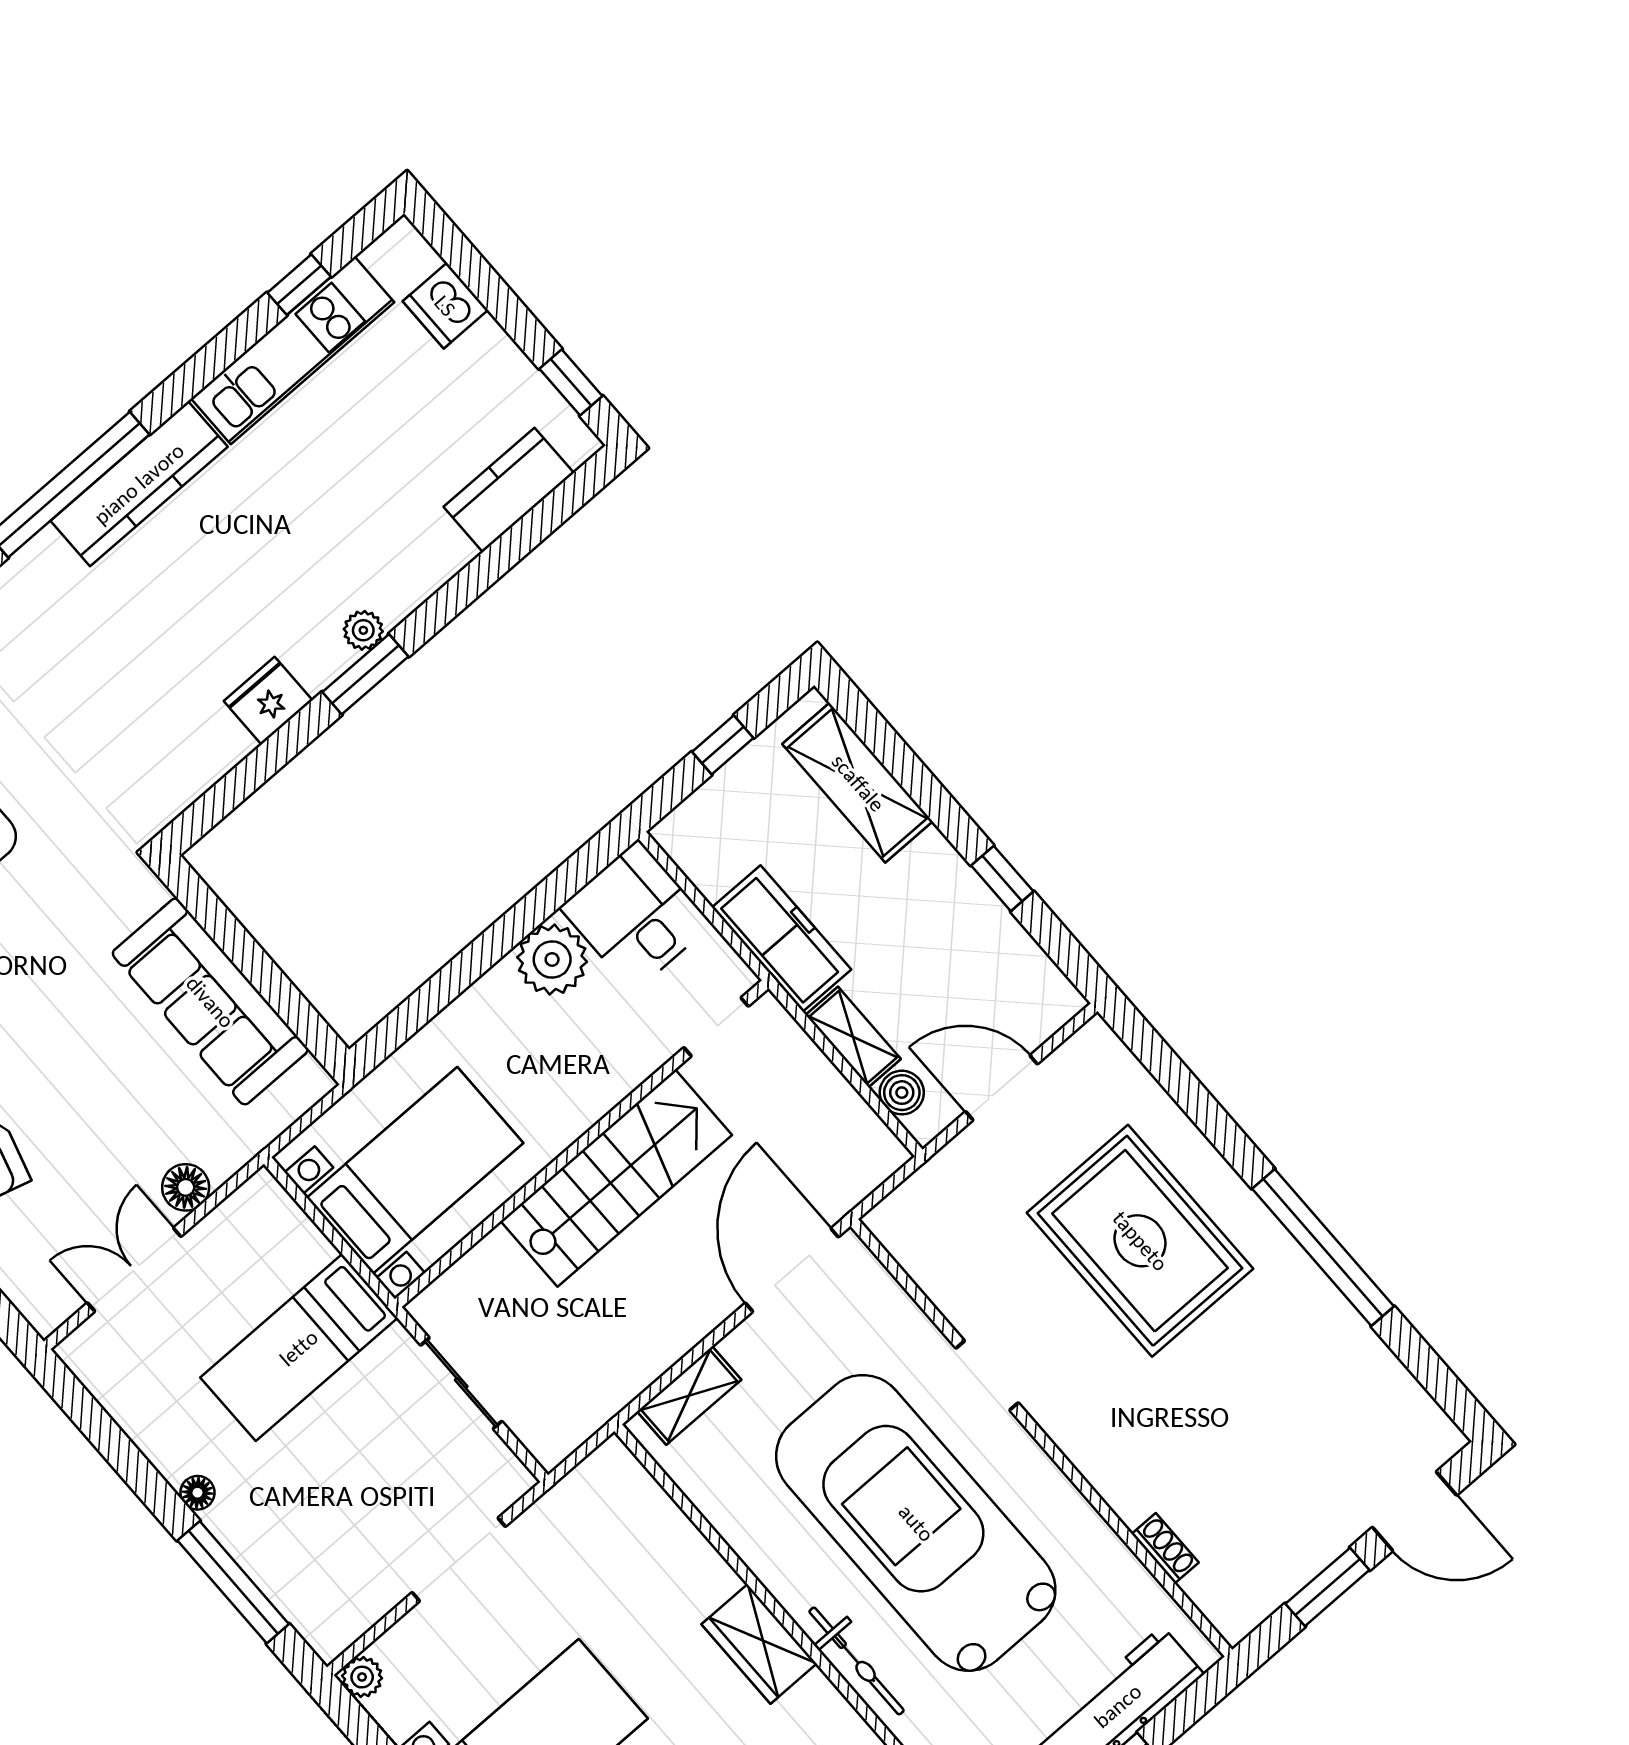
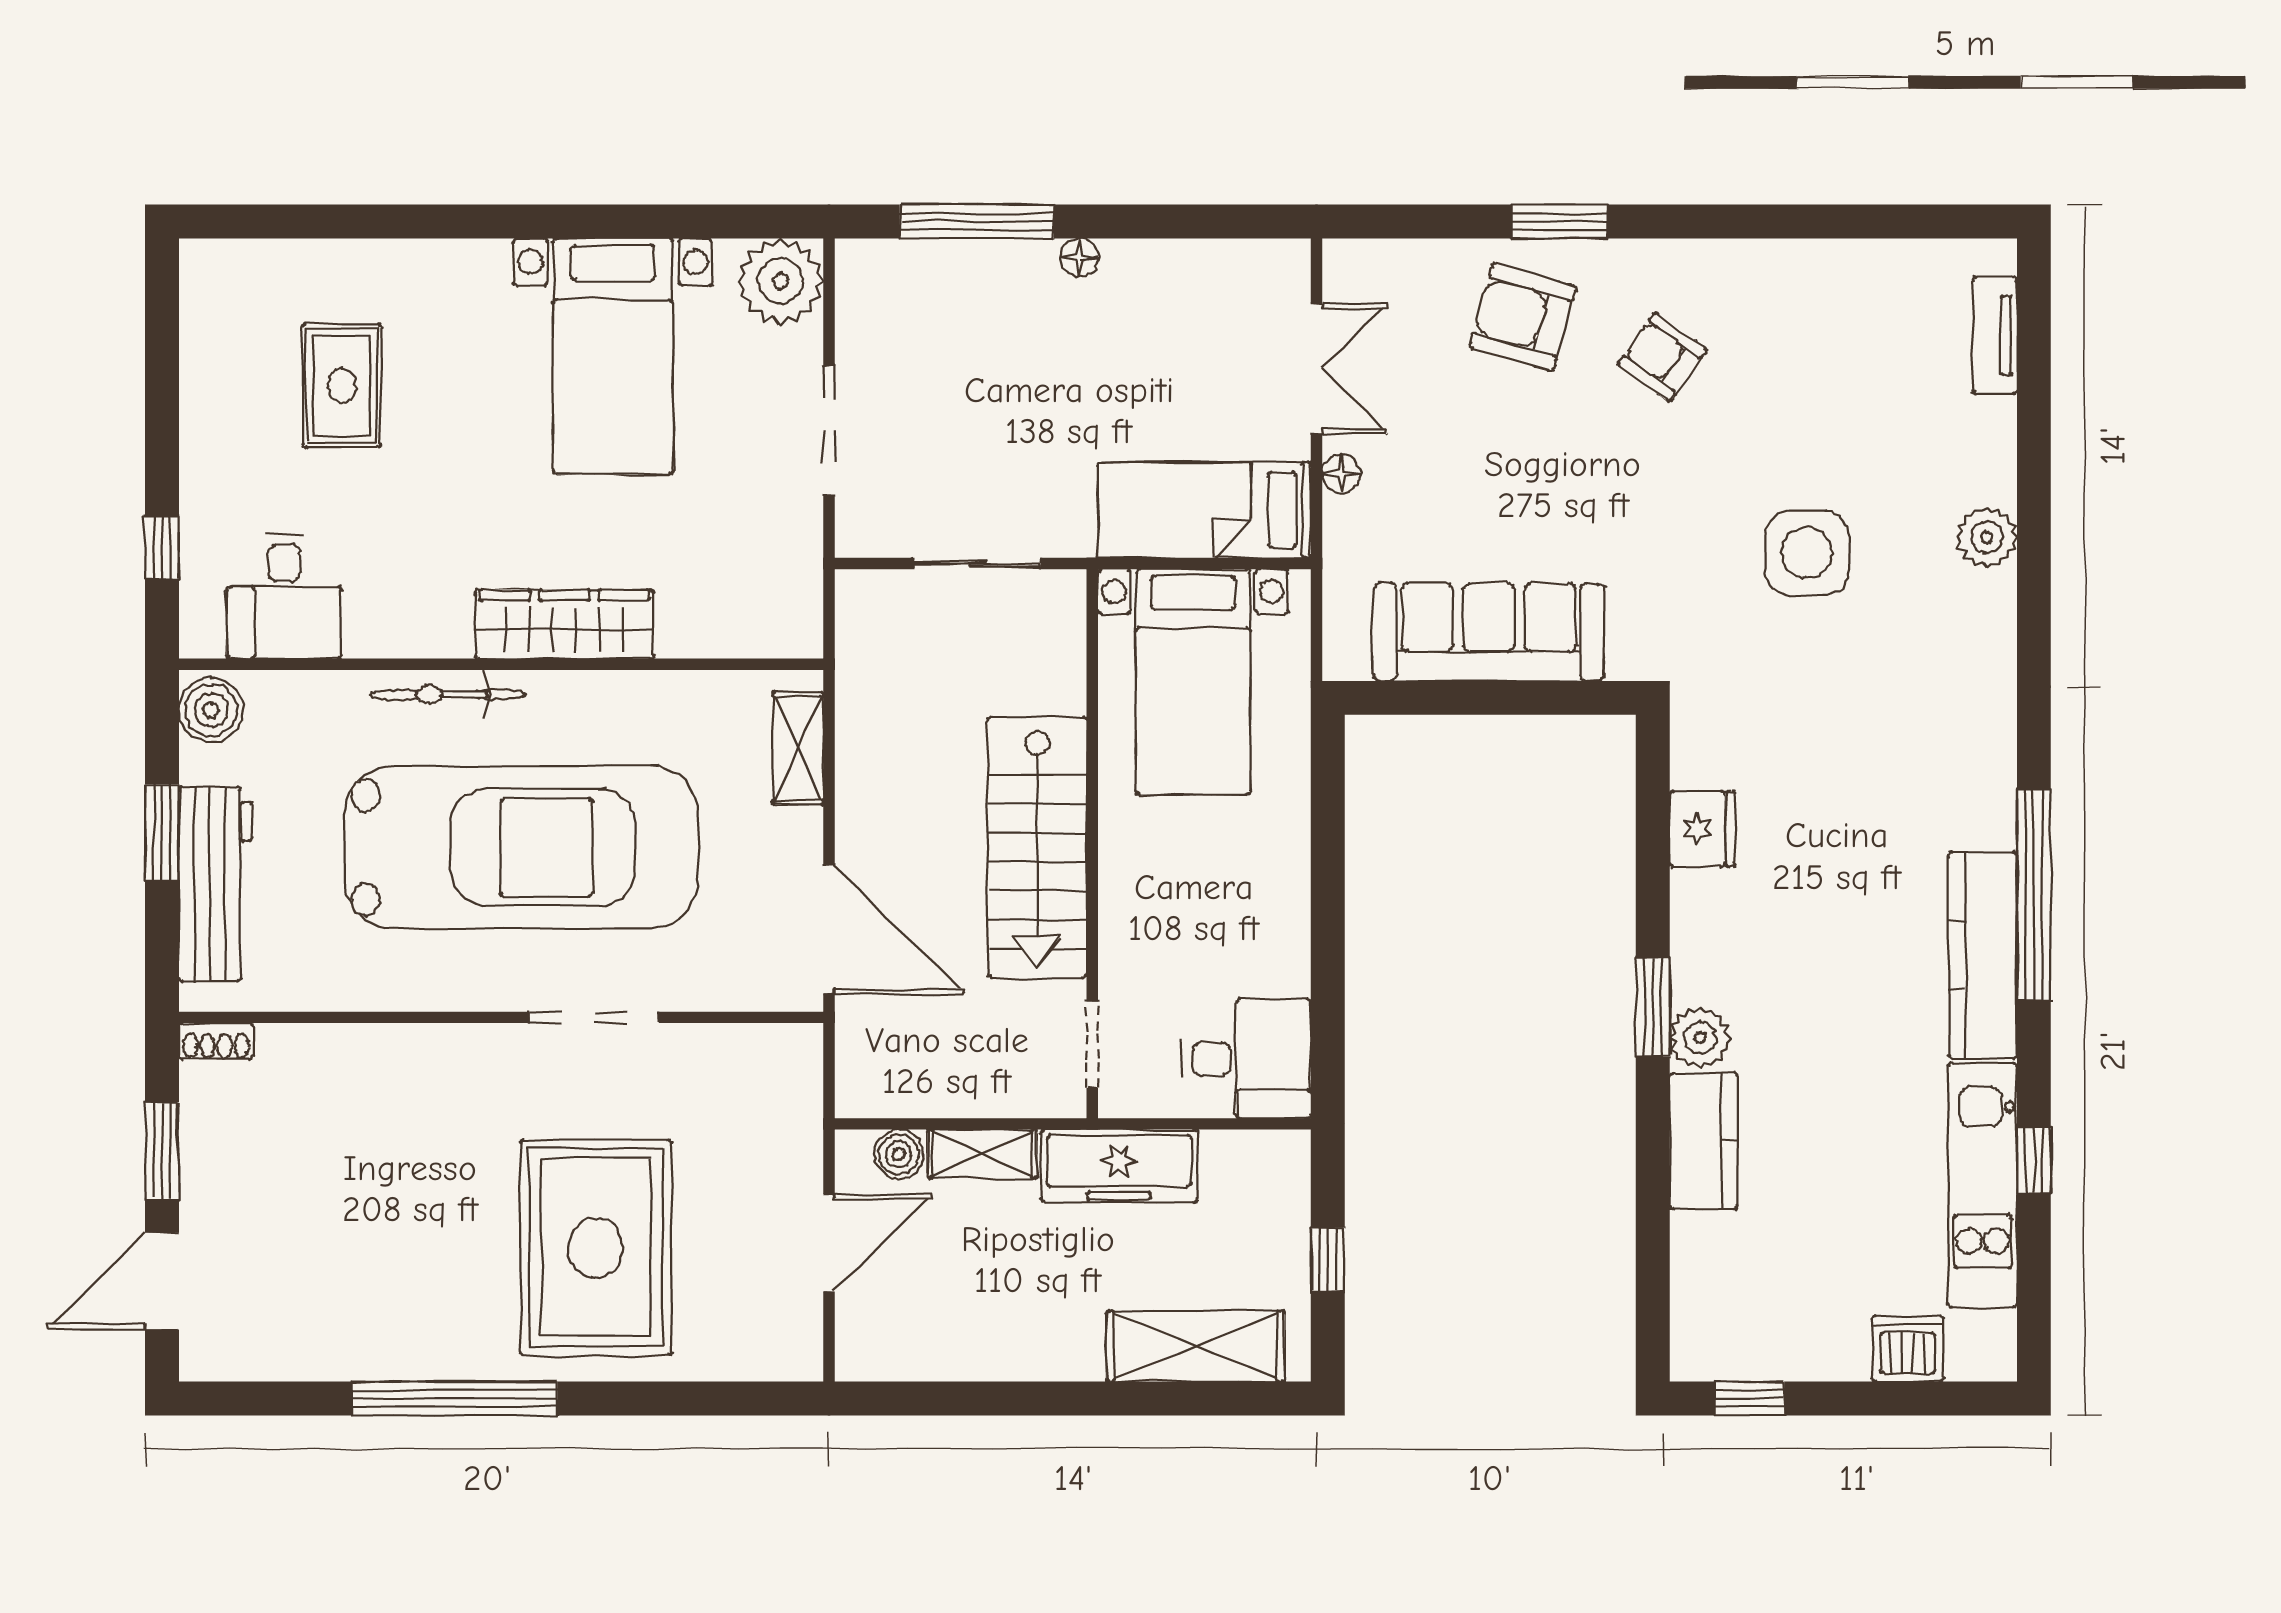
window: (299, 285) -> (2034, 1160), moved
kitchen counter: (509, 490) -> (1704, 1141), moved
plant: (363, 630) -> (1700, 1038), width x1.38, depth x1.38
fridge: (268, 701) -> (1702, 829), moved
window: (1002, 878) -> (1007, 1398), removed
plant: (552, 960) -> (1271, 955), removed
floor lamp: (186, 1187) -> (1341, 474), width x0.73, depth x0.73
rug: (1140, 1241) -> (596, 1247), turned 90
bed: (299, 1348) -> (1205, 510), moved, turned -90
doorway: (987, 1376) -> (594, 1017), width x1.38
shoe rack: (1165, 1548) -> (216, 1041), moved
wardrobe: (759, 1644) -> (564, 624), width x1.50
plant: (362, 1677) -> (780, 281), width x1.87, depth x1.87

